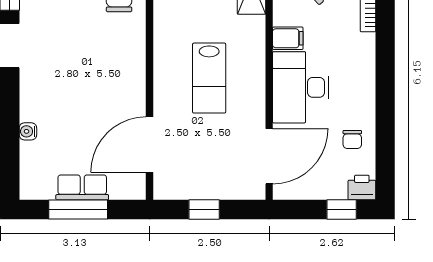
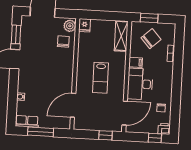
row of seats: (82, 187) -> (27, 121), moved
window: (204, 209) -> (105, 135), moved

